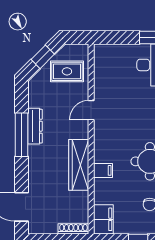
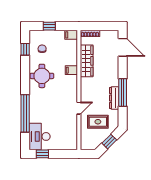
rug: (67, 71) -> (98, 122), moved
wardrobe: (79, 165) -> (87, 61), moved
filing cabinet: (103, 219) -> (71, 35), width x0.50

